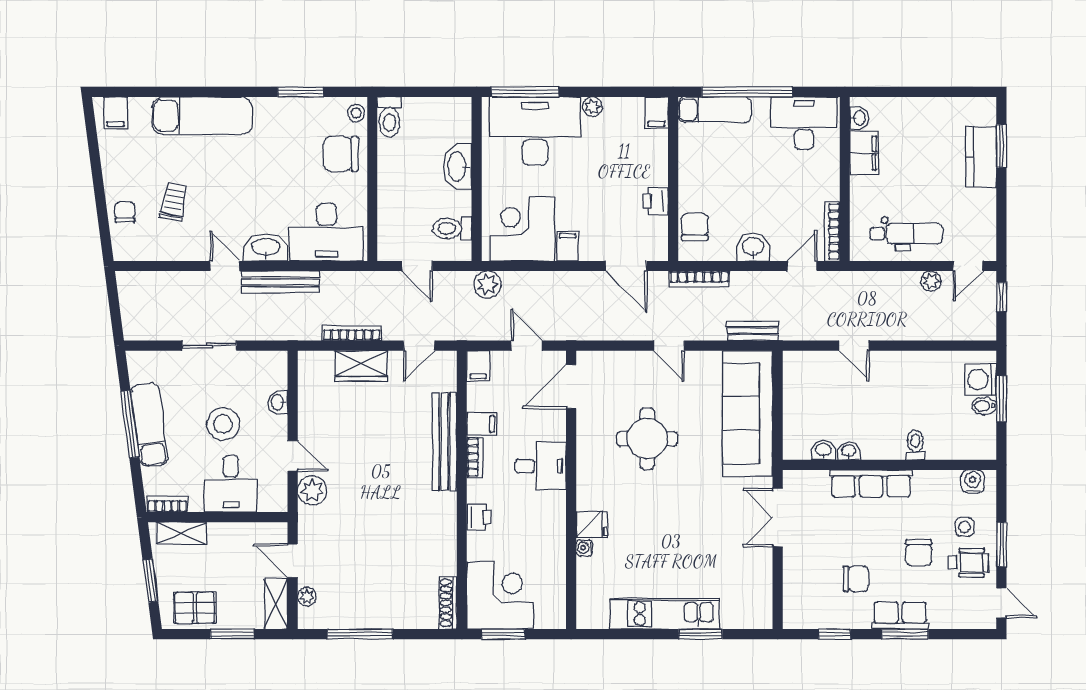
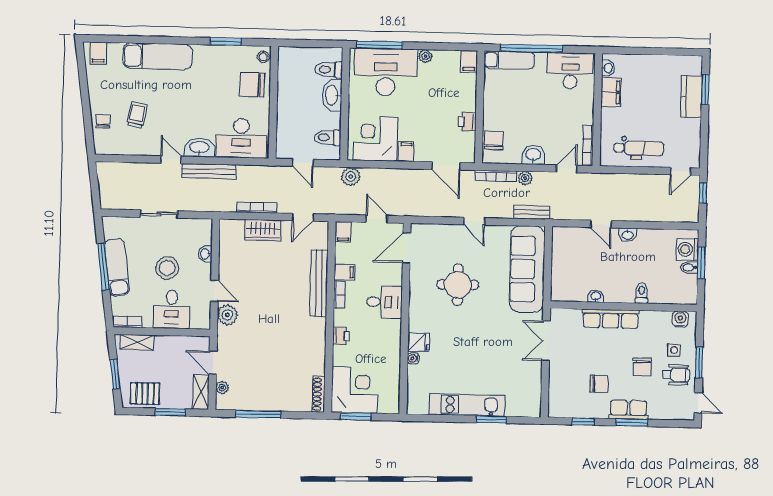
toilet: (389, 117) -> (329, 70), moved, turned 90
plant: (931, 281) -> (525, 178), moved
washbasin: (823, 450) -> (628, 235), moved, turned 180

